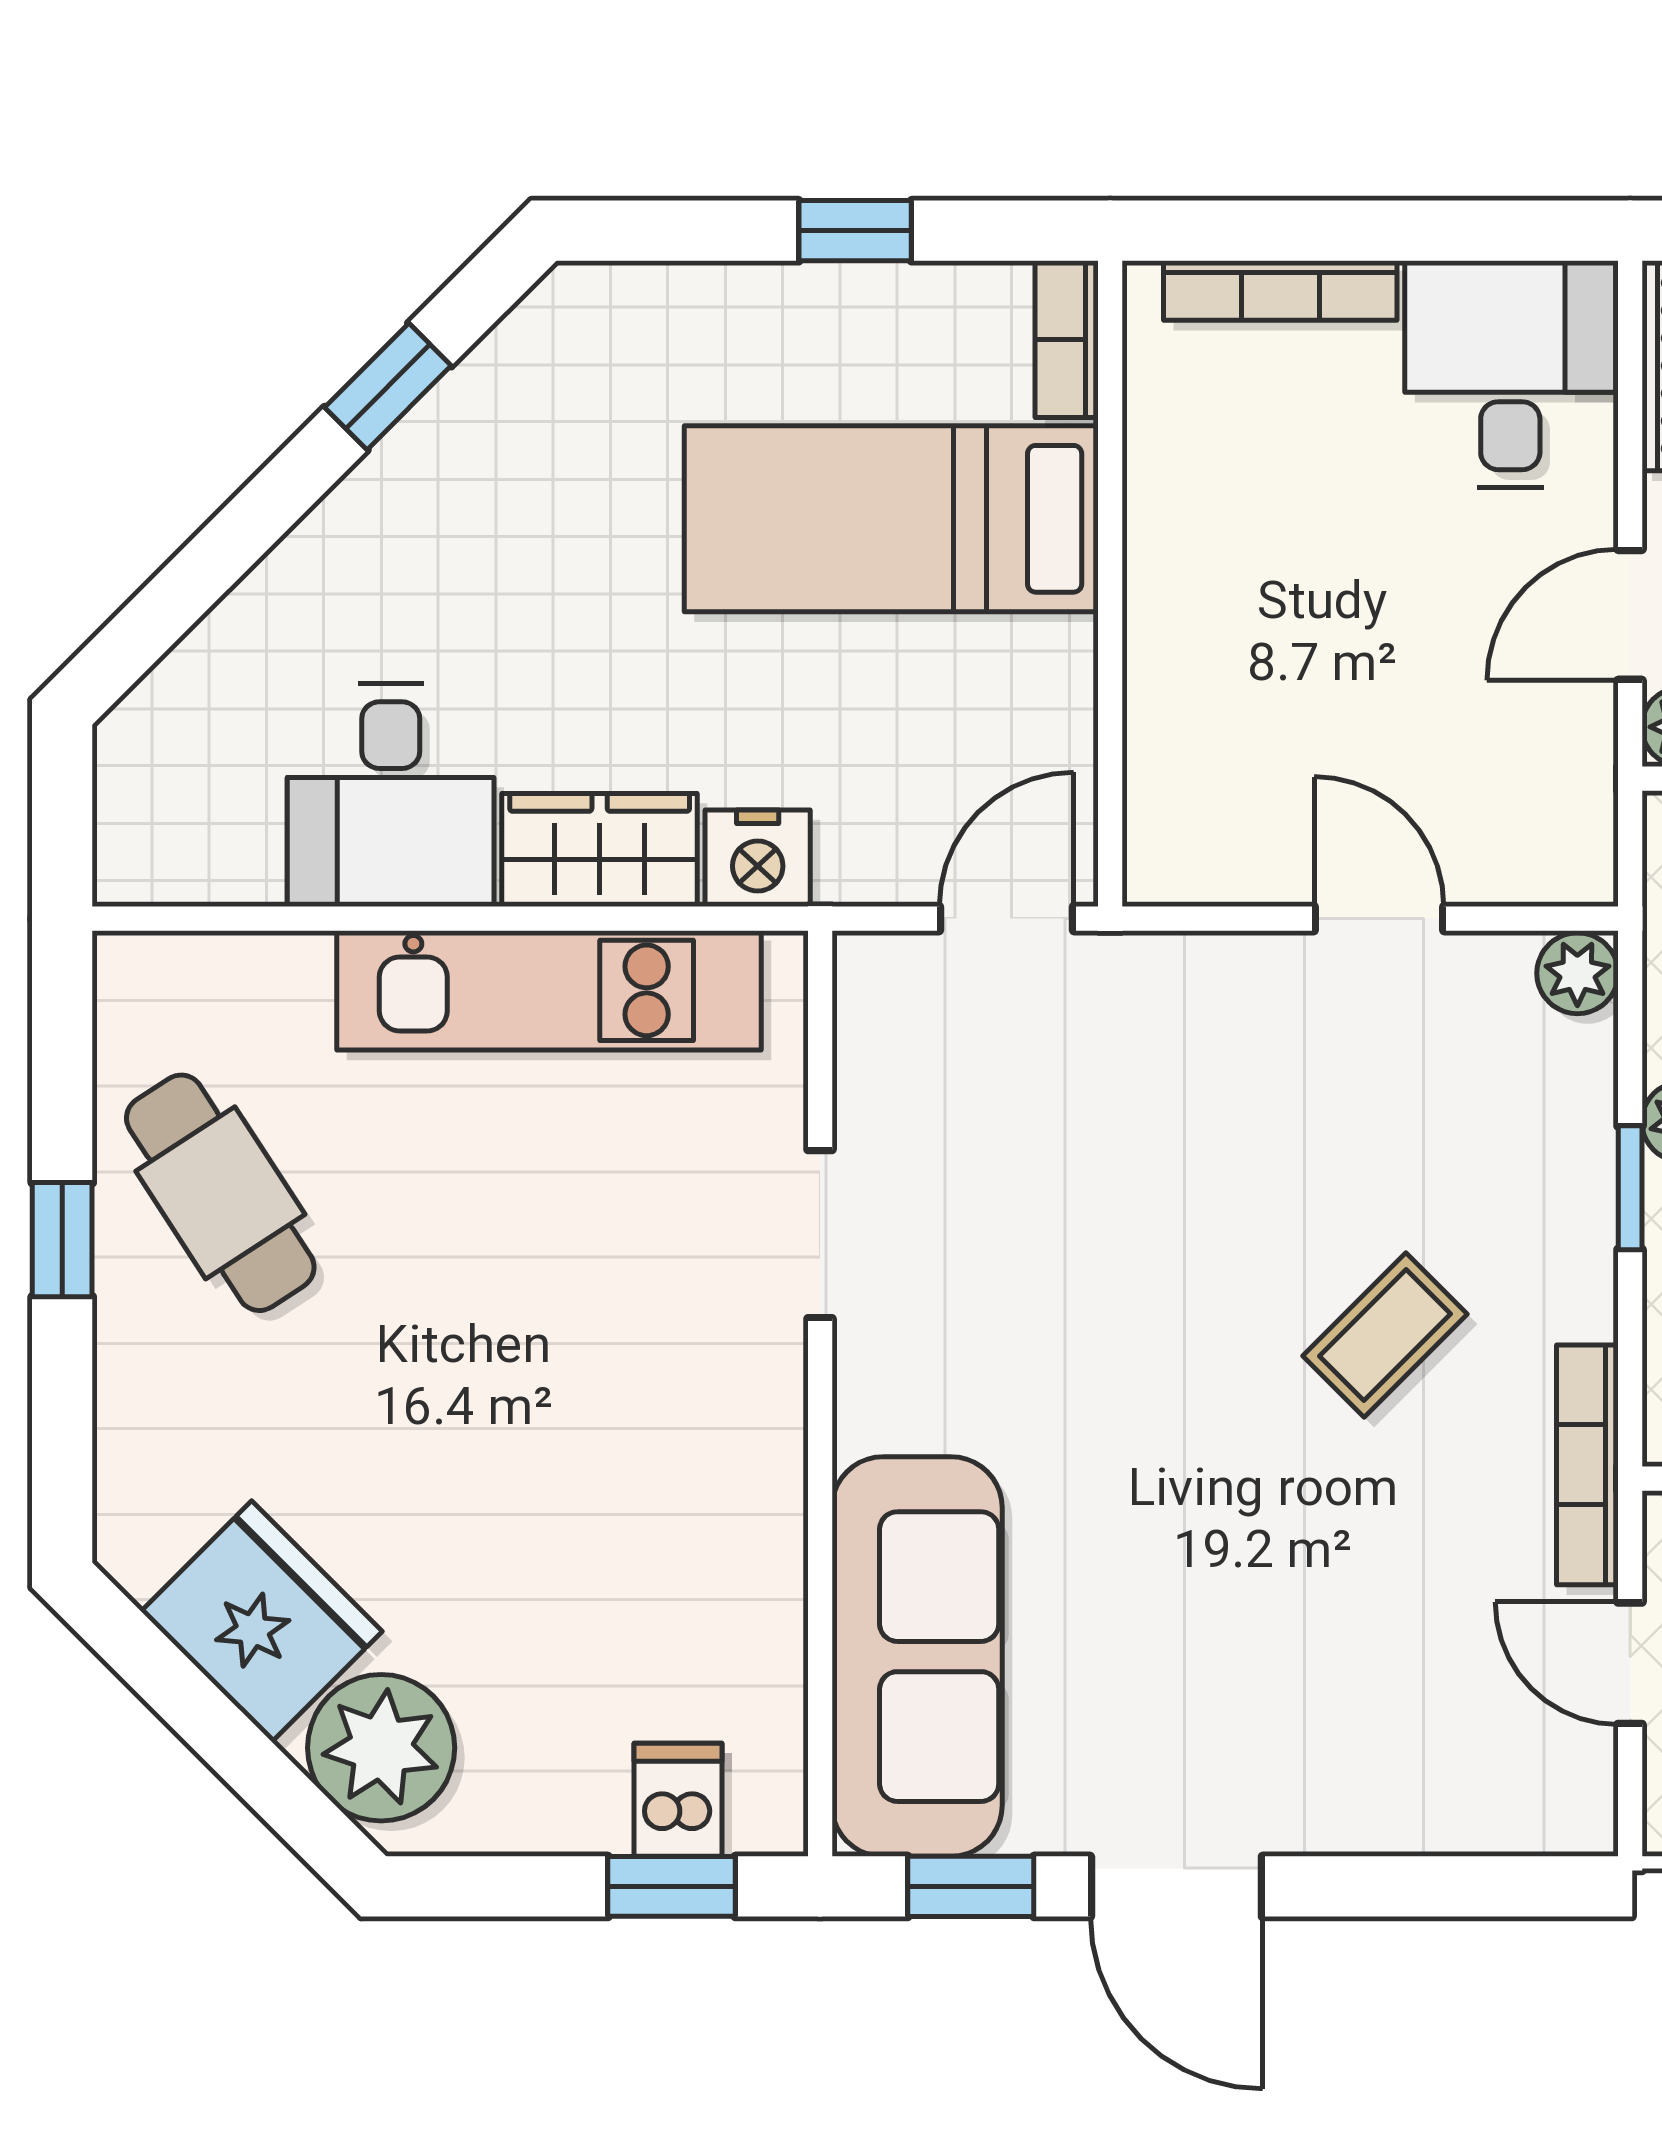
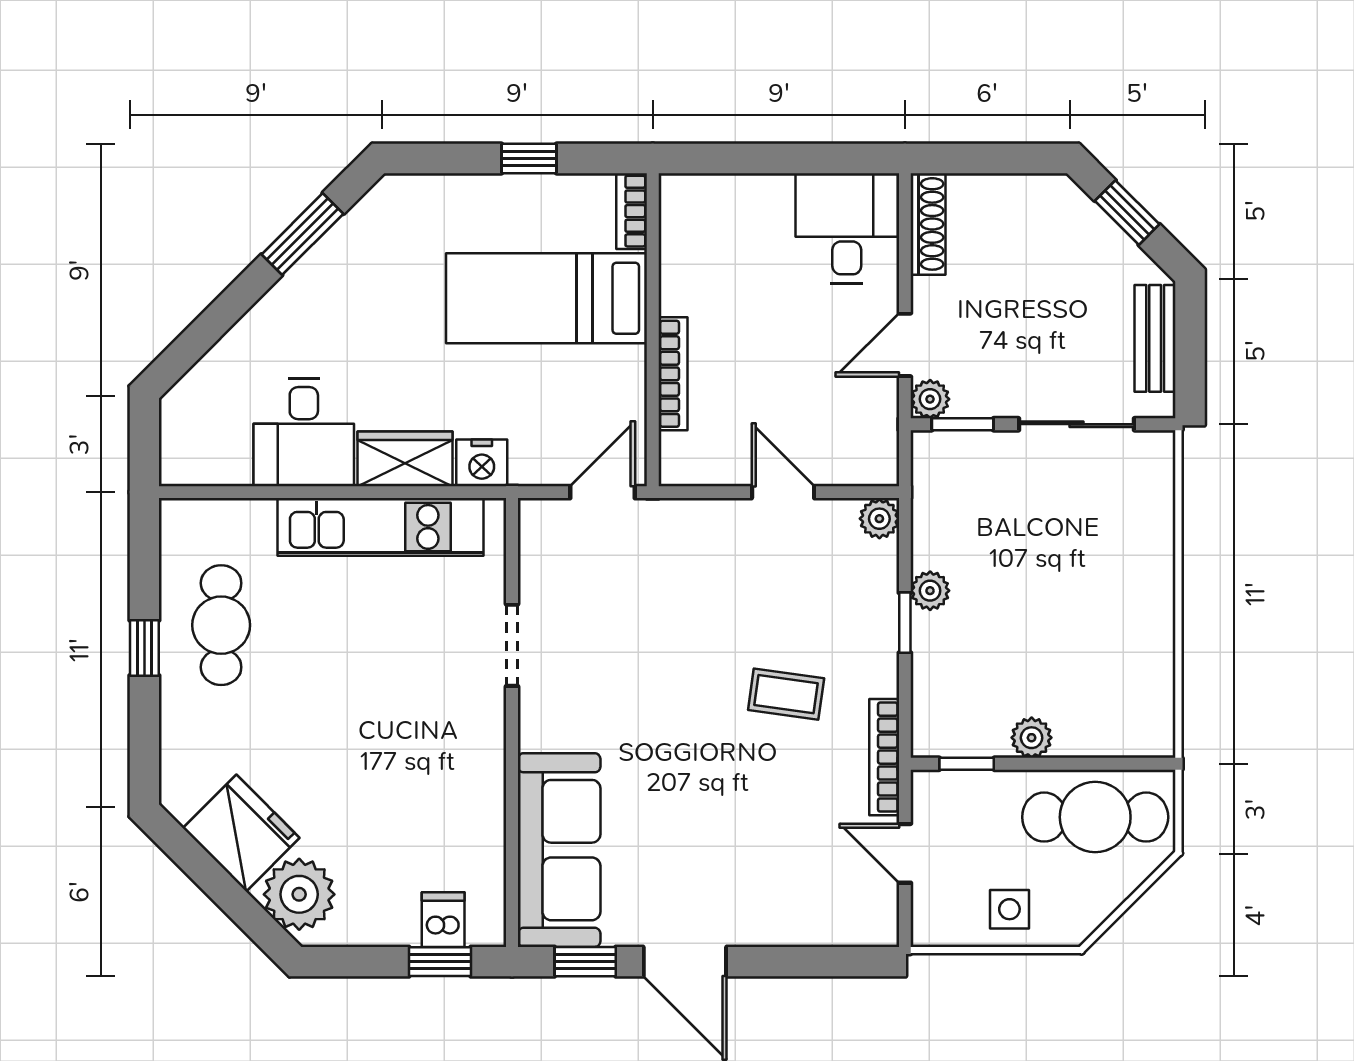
bookcase: (1280, 290) -> (673, 374), moved, turned -90
window: (388, 387) -> (302, 234), width x1.50
cafe table: (220, 1193) -> (221, 625), turned 33
coffee table: (1385, 1335) -> (786, 694), turned 53

